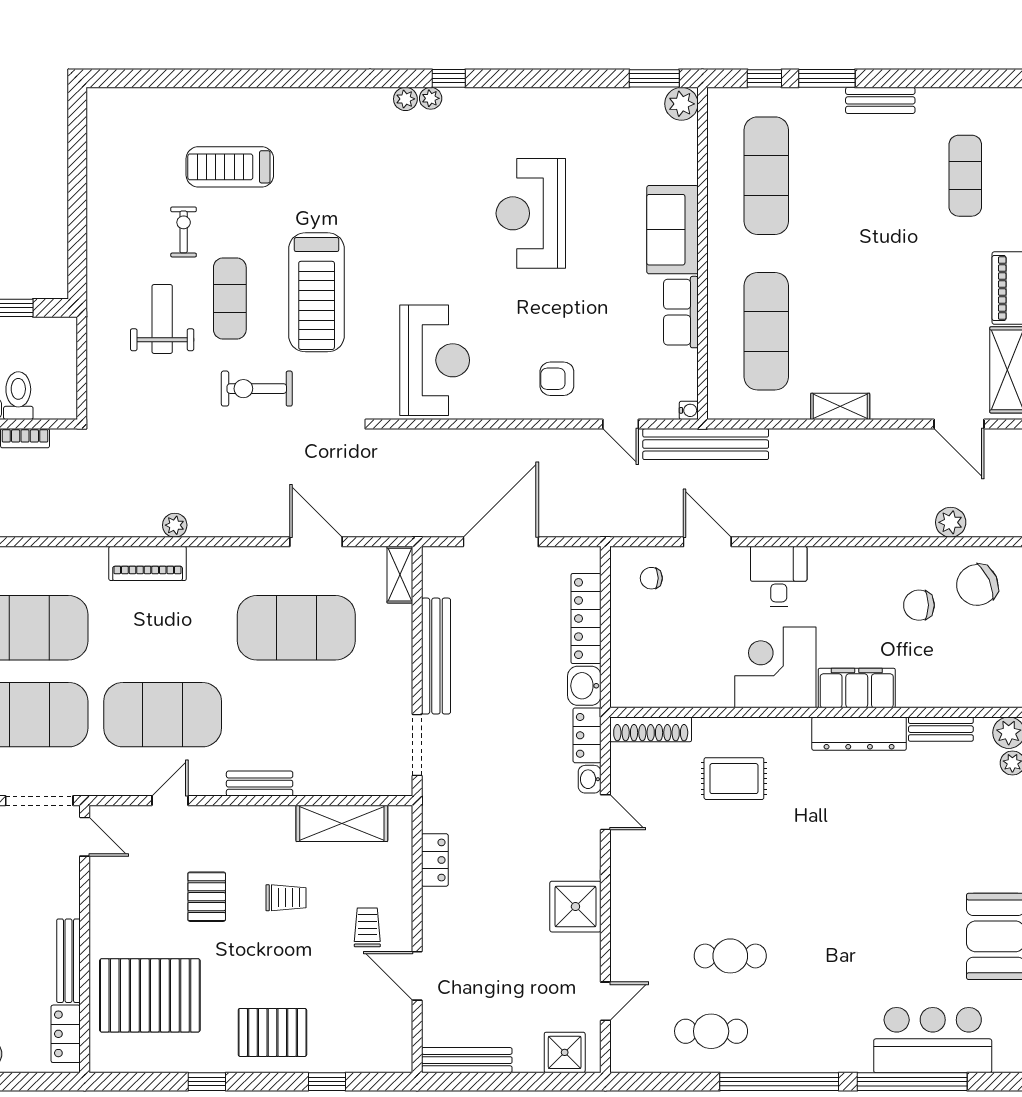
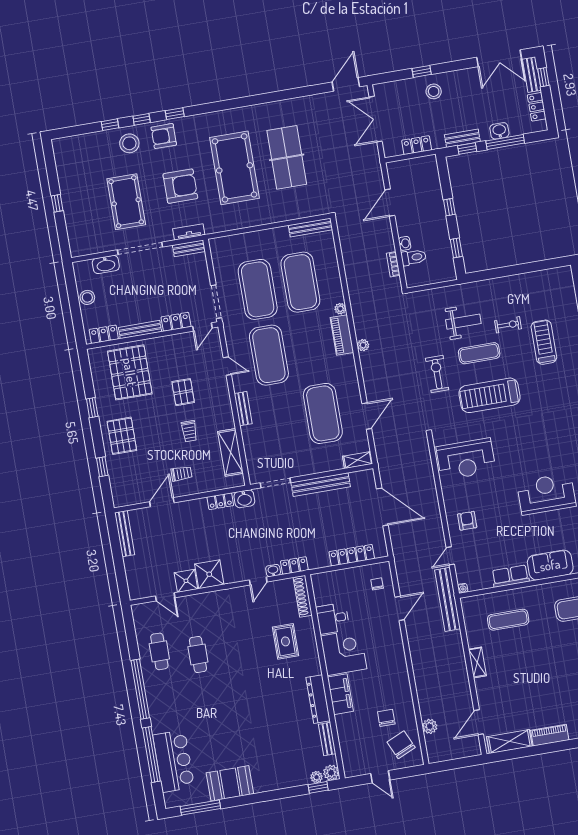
exercise mat: (766, 331) -> (508, 620), width x0.73, depth x0.69
plant: (95, 558) -> (340, 309), added
desk: (779, 577) -> (333, 618), moved, turned 180
washbasin: (584, 686) -> (244, 499), moved, turned 180
locker: (65, 887) -> (176, 322), added
pallet: (207, 897) -> (183, 392), turned 90
shower: (565, 1052) -> (186, 581), moved

